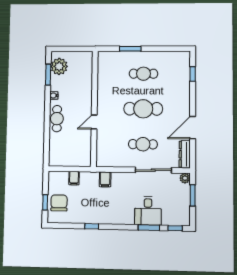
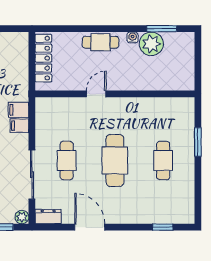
plant: (59, 66) -> (151, 44), moved
door: (94, 122) -> (96, 94), hinge flipped
dresser: (185, 154) -> (48, 217), width x0.70
locker: (68, 160) -> (43, 58), added
filing cabinet: (74, 178) -> (20, 126), moved

